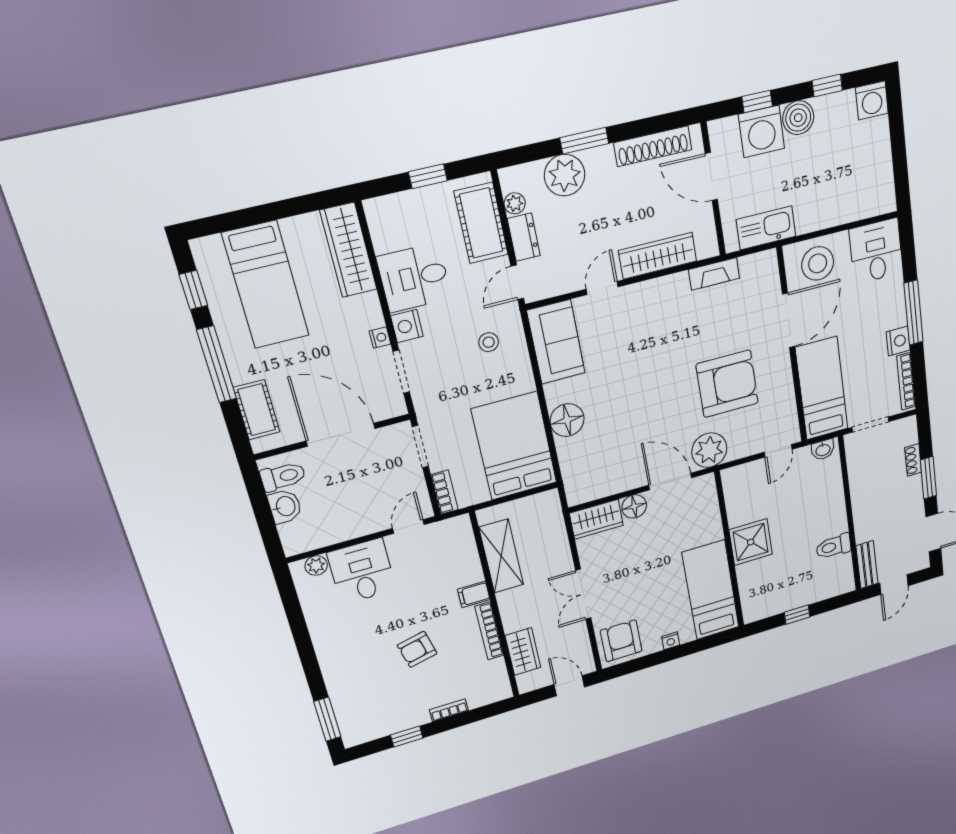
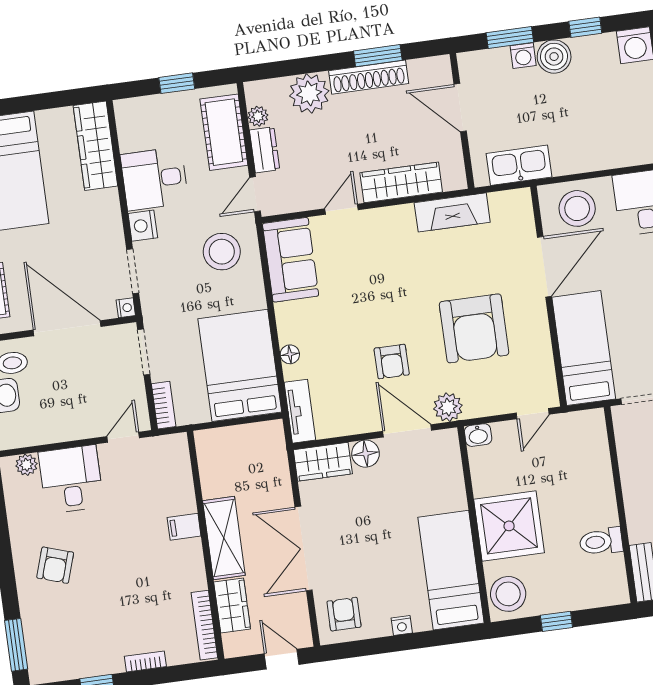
window: (757, 101) -> (510, 38), width x1.50
washing machine: (761, 131) -> (523, 56), width x0.53, depth x0.53
window: (584, 141) -> (378, 56), moved
shoe rack: (653, 146) -> (369, 77), moved
fireplace: (714, 274) -> (452, 212), width x1.37, depth x1.32
nightstand: (380, 338) -> (126, 308), moved
stool: (489, 342) -> (222, 252), width x1.89, depth x1.89
armchair: (727, 384) -> (474, 328), turned 90
floor lamp: (567, 420) -> (290, 354), width x0.53, depth x0.53
armchair: (654, 423) -> (392, 362), added
plant: (709, 450) -> (448, 407), width x0.73, depth x0.73
washbasin: (823, 450) -> (478, 435), moved
tv unit: (573, 479) -> (300, 411), added
shower: (751, 542) -> (509, 526), width x1.37, depth x1.37
shelving: (501, 556) -> (224, 538), moved
double door: (583, 594) -> (304, 549), width x1.37
stool: (758, 600) -> (508, 594), added
bookcase: (489, 631) -> (204, 625), moved
armchair: (621, 641) -> (344, 614), width x0.72, depth x0.72
armchair: (417, 649) -> (55, 565), moved, turned -59

